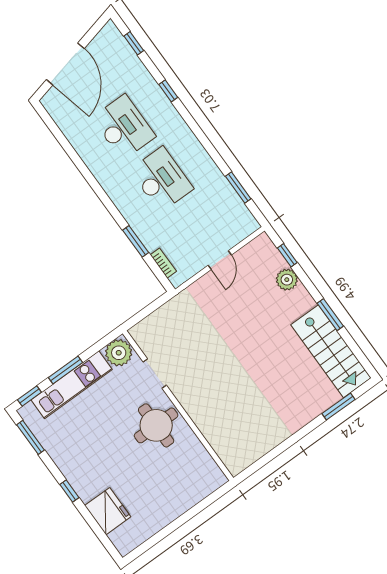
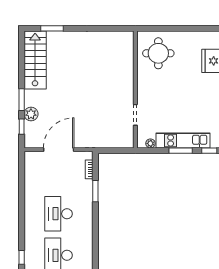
window: (238, 187) -> (22, 181), removed
door: (220, 260) -> (59, 150), width x1.87
window: (330, 315) -> (22, 100), moved
plant: (119, 353) -> (150, 143), width x0.53, depth x0.53
round table: (156, 425) -> (158, 53), moved

